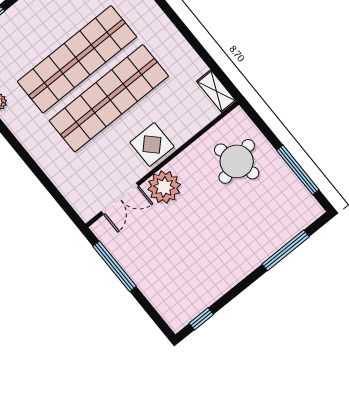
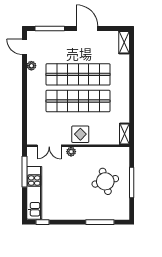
round table: (237, 161) -> (105, 181), moved
window: (298, 170) -> (132, 182), moved
plant: (164, 187) -> (71, 152), width x0.53, depth x0.53
kitchen unit: (154, 286) -> (34, 193), added

